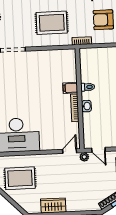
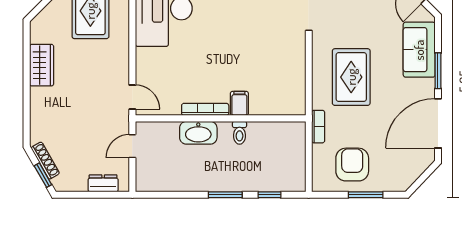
washbasin: (86, 106) -> (198, 133), width x1.91, depth x1.45
plant: (84, 157) -> (122, 121), removed

